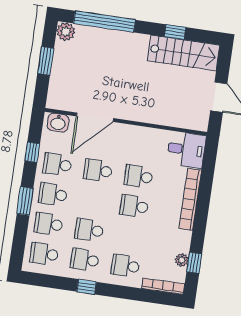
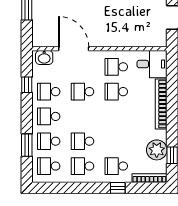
door: (95, 117) -> (74, 49), swing flipped
window: (25, 201) -> (27, 145), moved
school desk: (134, 206) -> (116, 67), moved
plant: (182, 260) -> (157, 150), width x1.88, depth x1.88
window: (86, 287) -> (118, 188), moved

